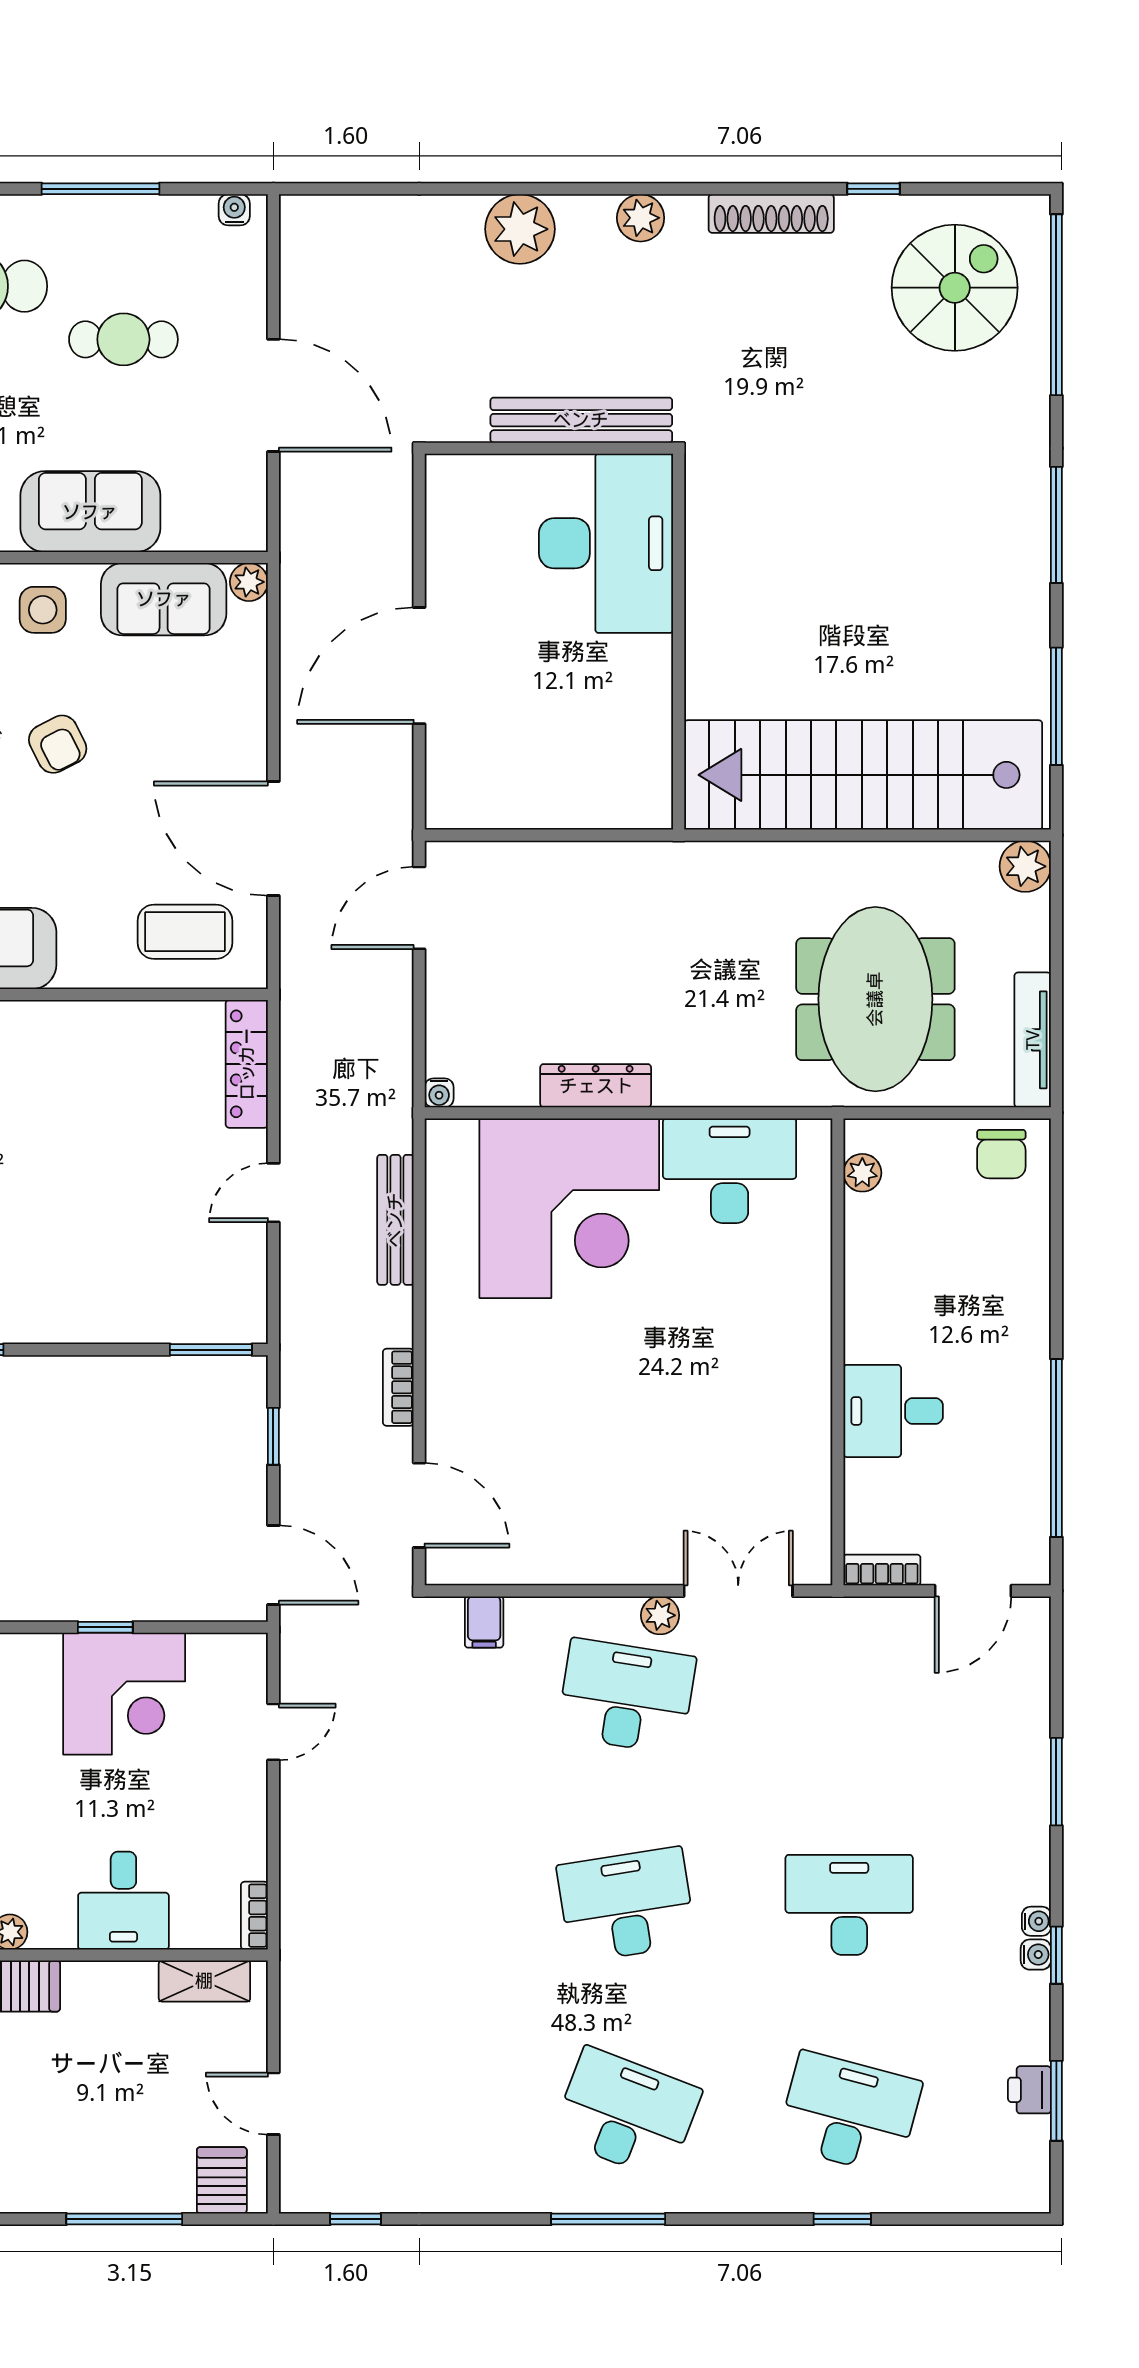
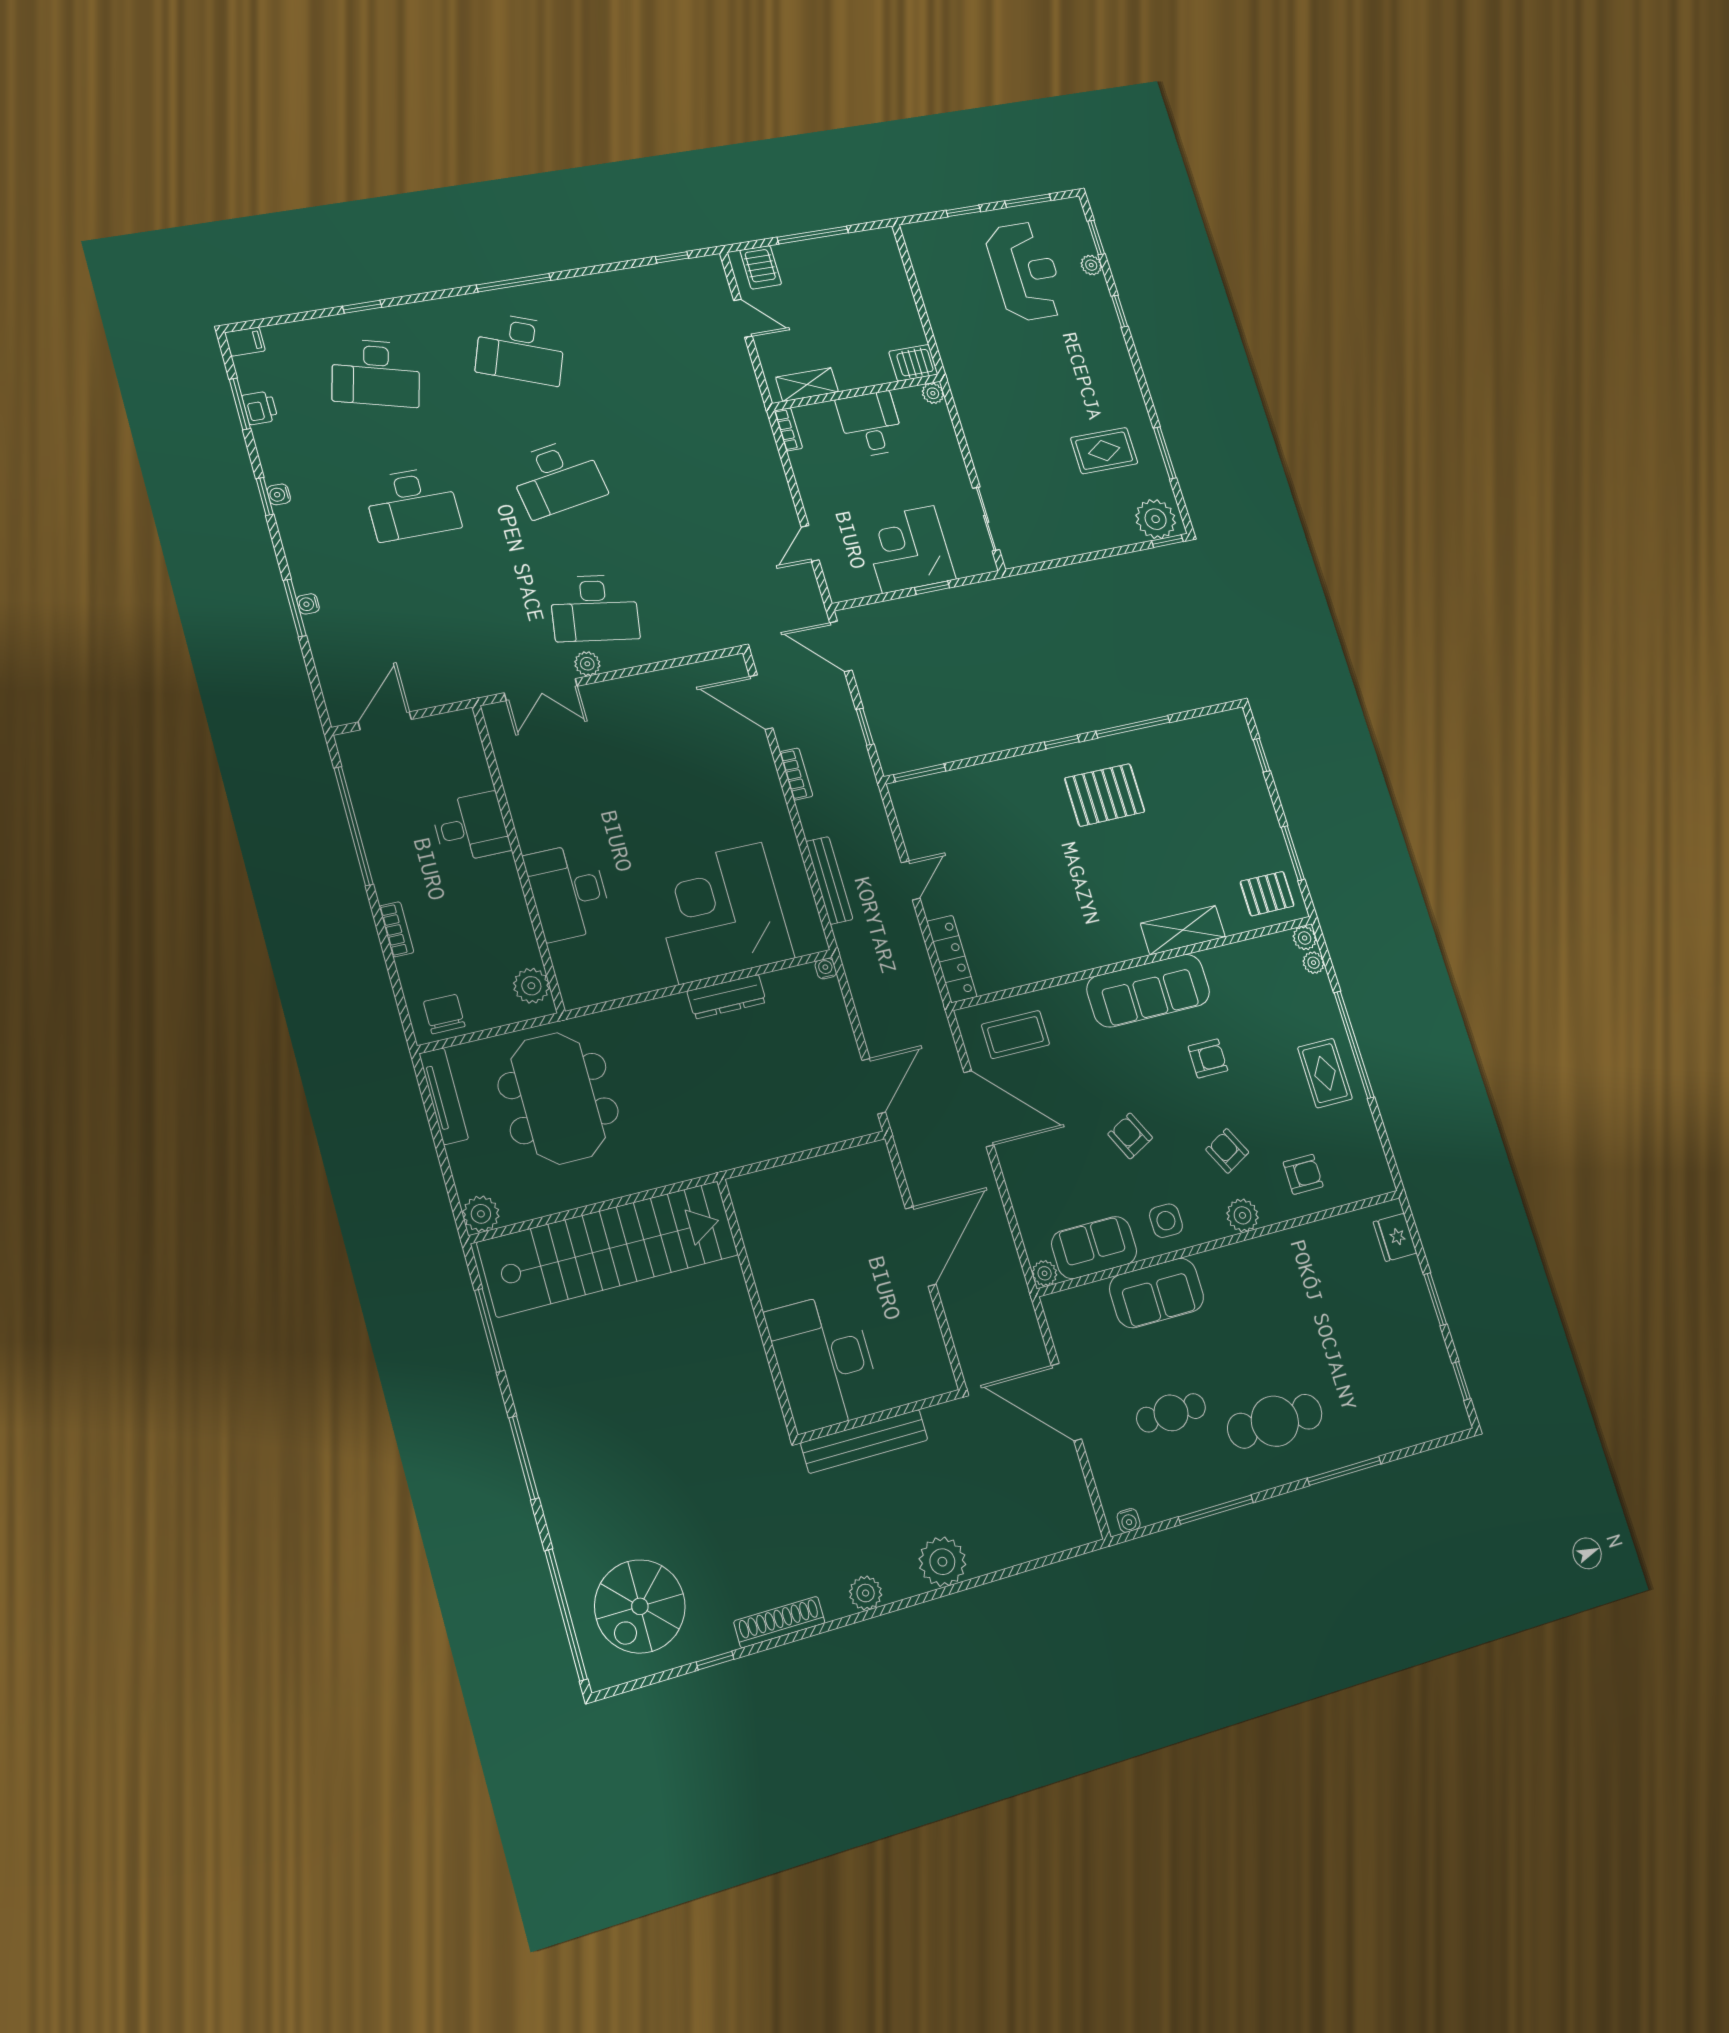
desk: (730, 1171) -> (568, 892), moved, turned 90
plant: (862, 1173) -> (531, 986), width x1.38, depth x1.38
bookcase: (882, 1570) -> (397, 929), moved, turned -90
filing cabinet: (484, 1622) -> (245, 342), moved, turned 90
water cooler: (1036, 1921) -> (308, 604), moved

